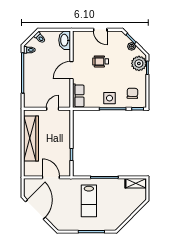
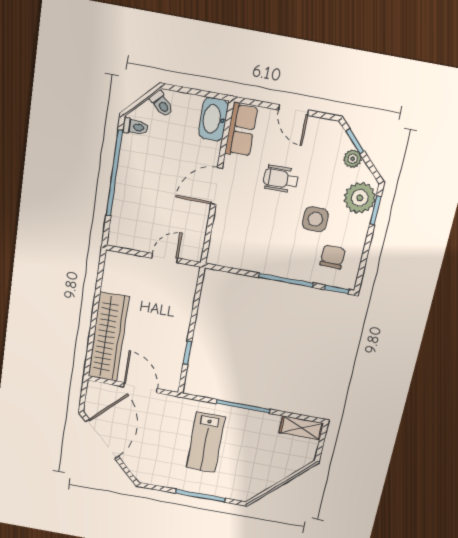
row of seats: (78, 96) -> (241, 130), moved
side table: (110, 98) -> (315, 219), moved
wardrobe: (31, 138) -> (108, 337), moved

